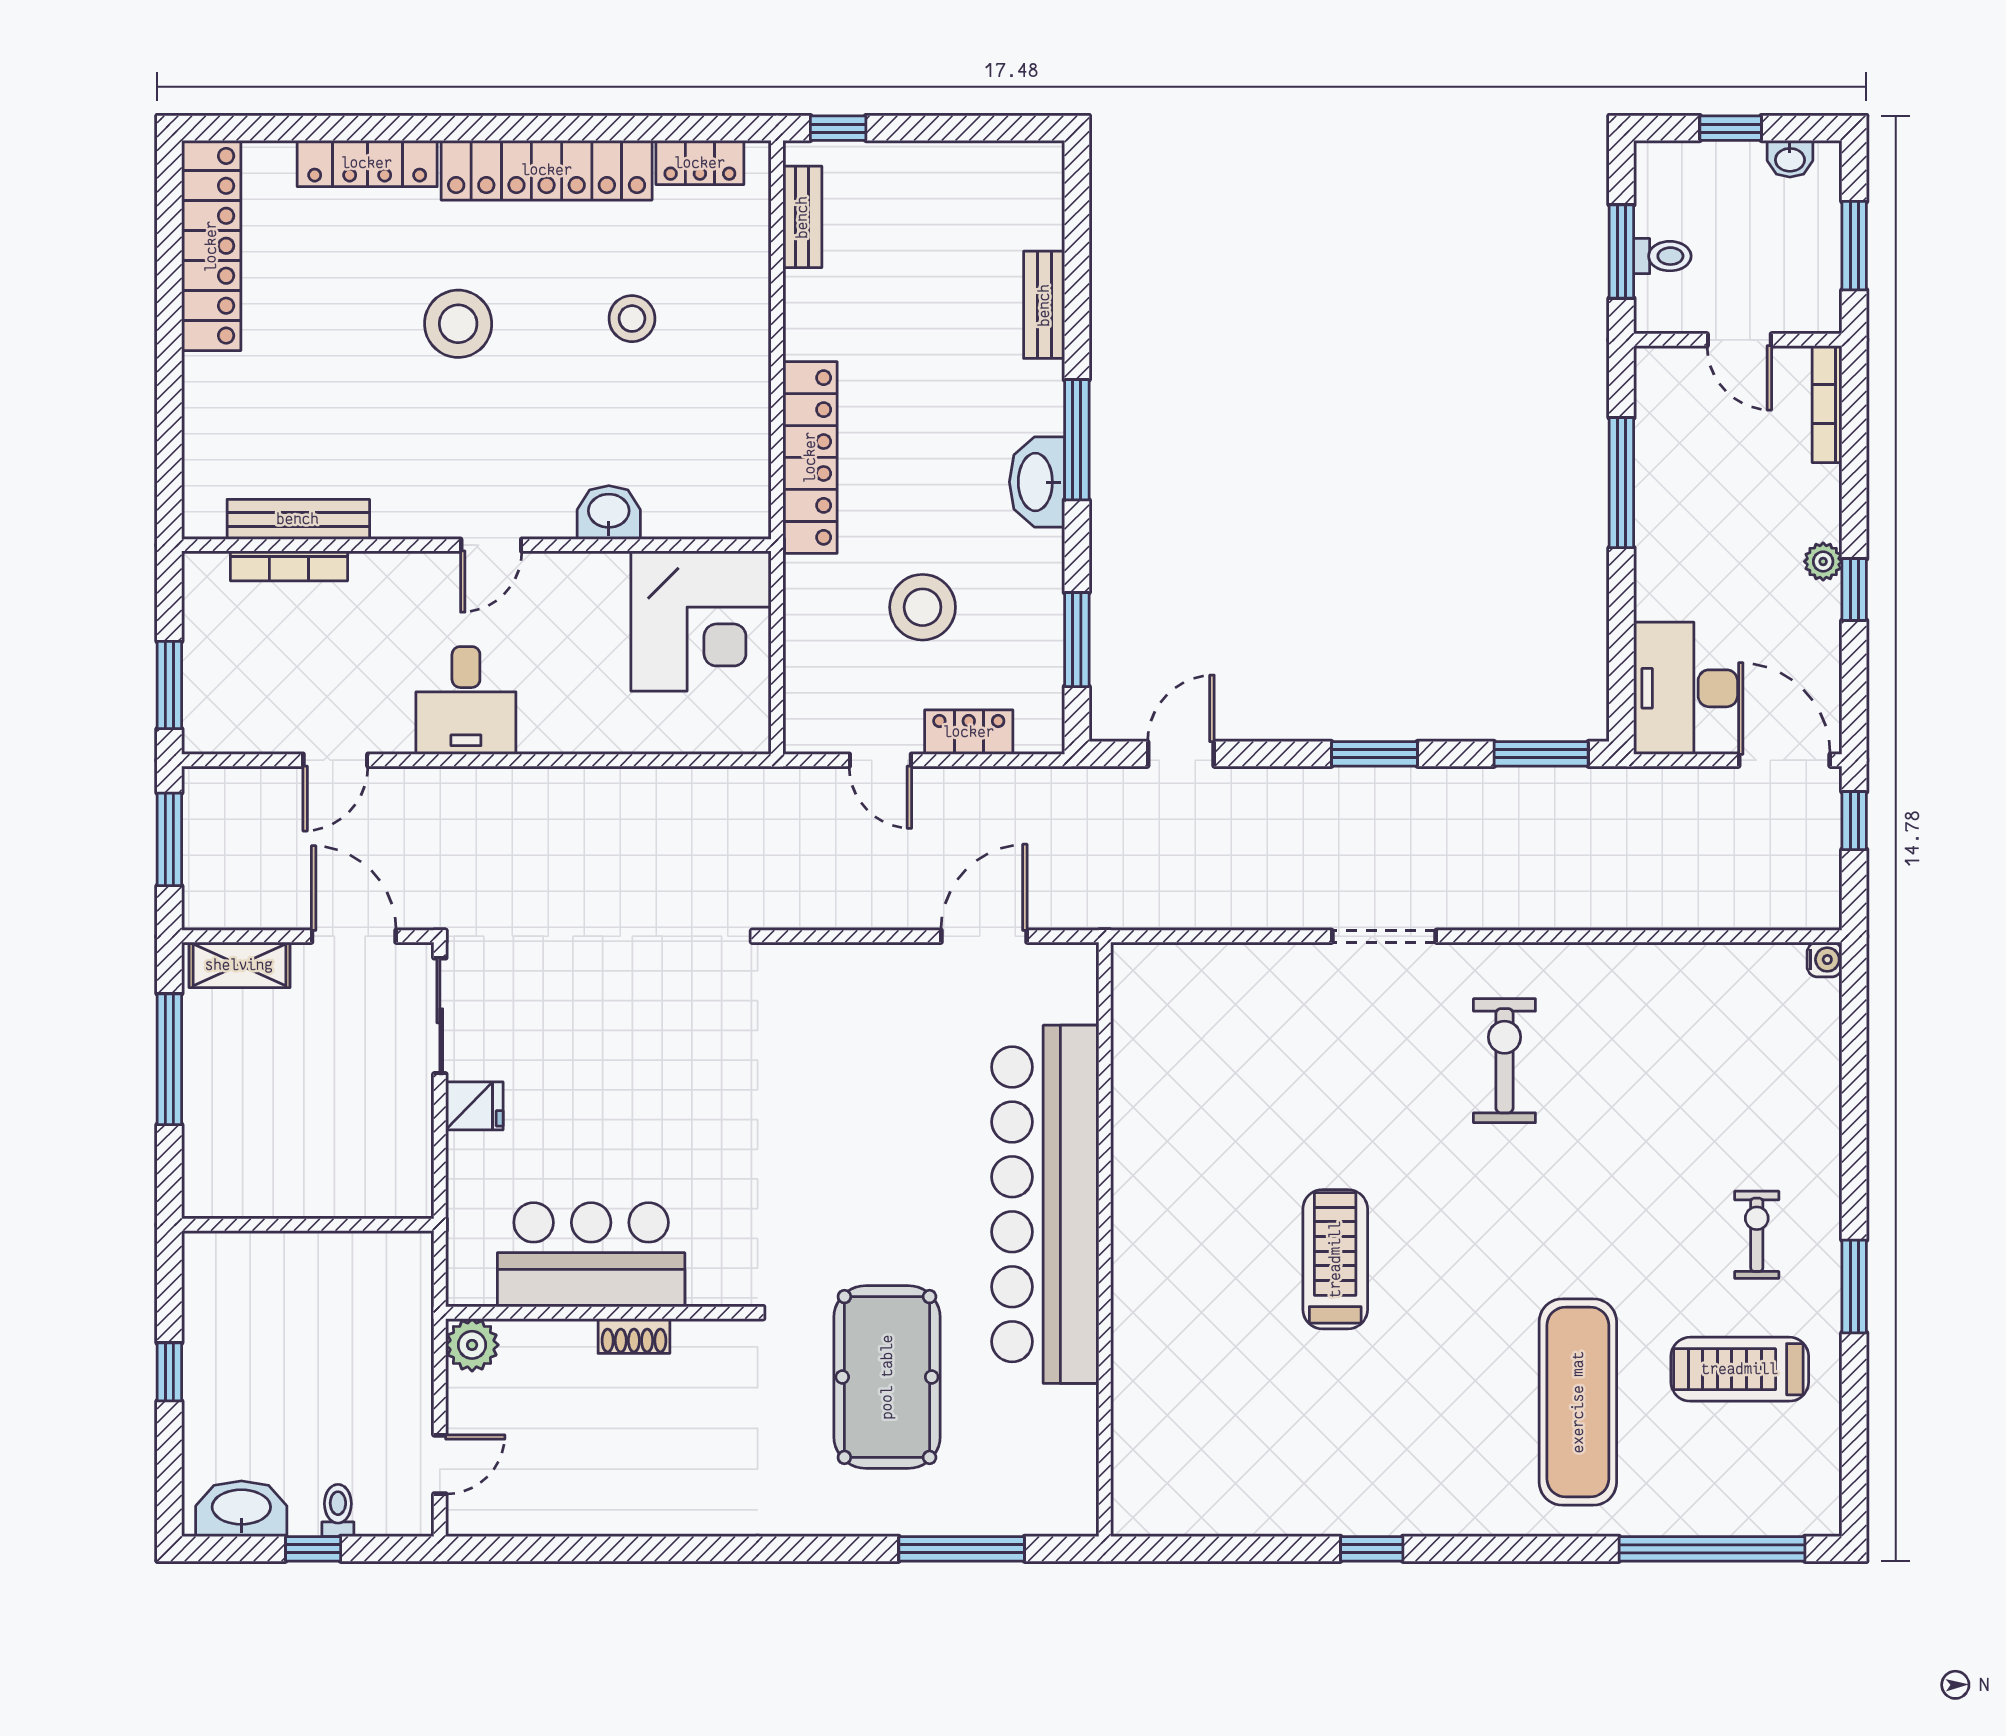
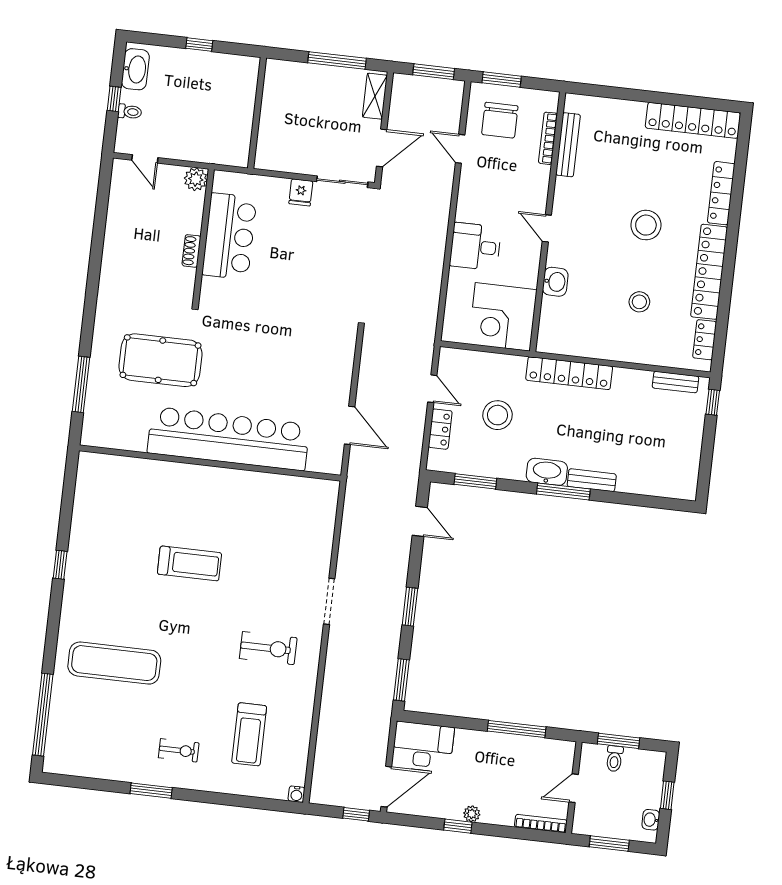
bench: (1044, 305) -> (592, 480), moved
chair: (261, 679) -> (500, 120), added
desk: (466, 700) -> (475, 247), moved
door: (880, 760) -> (432, 389), swing flipped
treadmill: (1740, 1369) -> (249, 734), moved, turned 180

